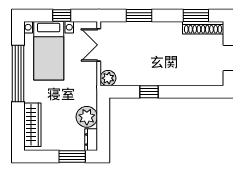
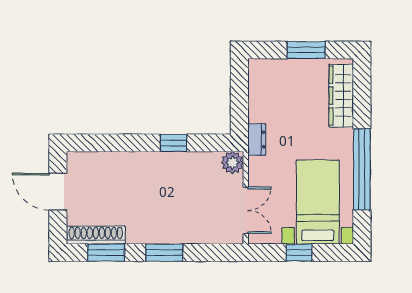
window: (139, 15) -> (164, 253), moved
plant: (87, 117) -> (263, 107), removed
dresser: (91, 140) -> (257, 140), moved
window: (72, 156) -> (306, 50), moved

